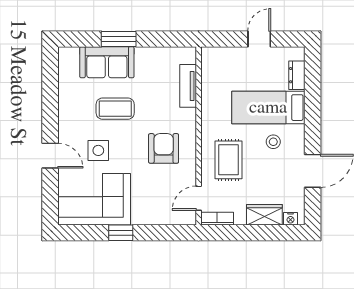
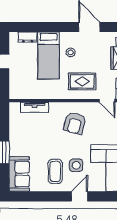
sofa: (107, 62) -> (19, 174), moved
coffee table: (115, 109) -> (55, 171), moved
armchair: (164, 148) -> (75, 123), turned -75

